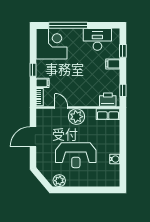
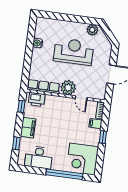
filing cabinet: (113, 64) -> (28, 128), width x2.00
row of seats: (108, 114) -> (43, 87), width x1.48

